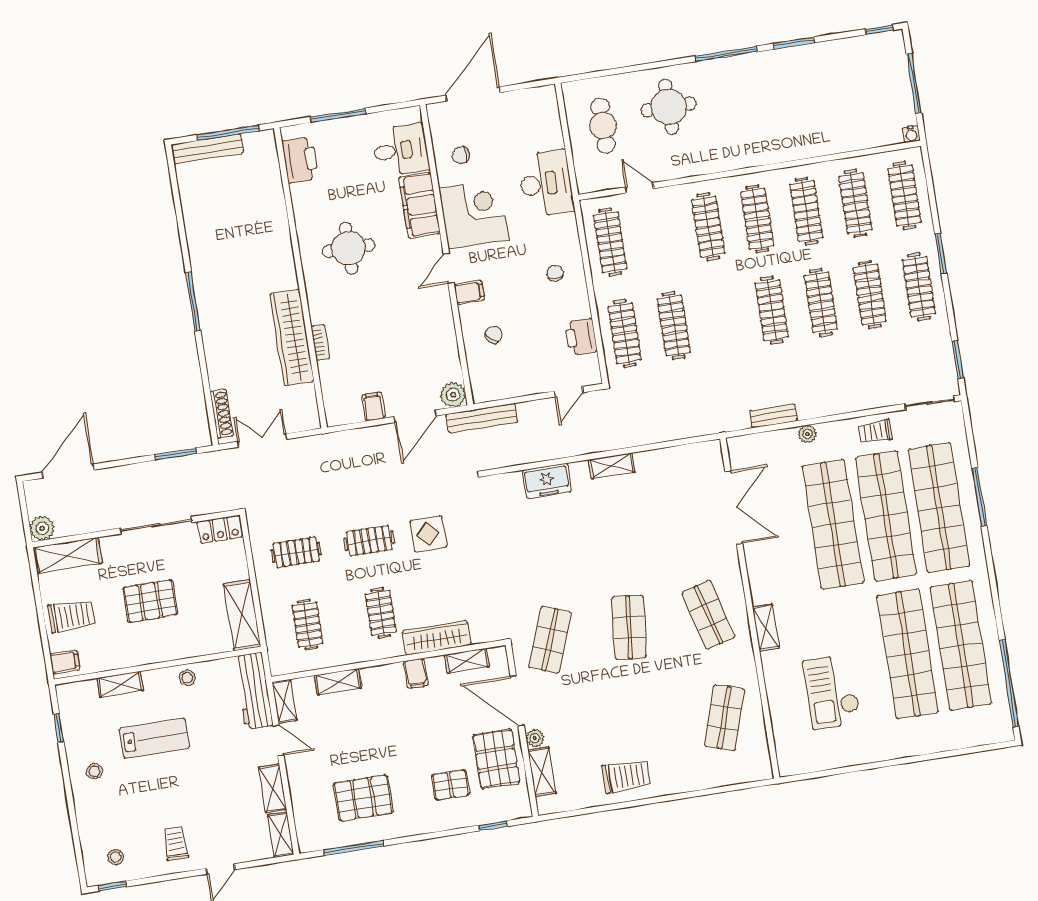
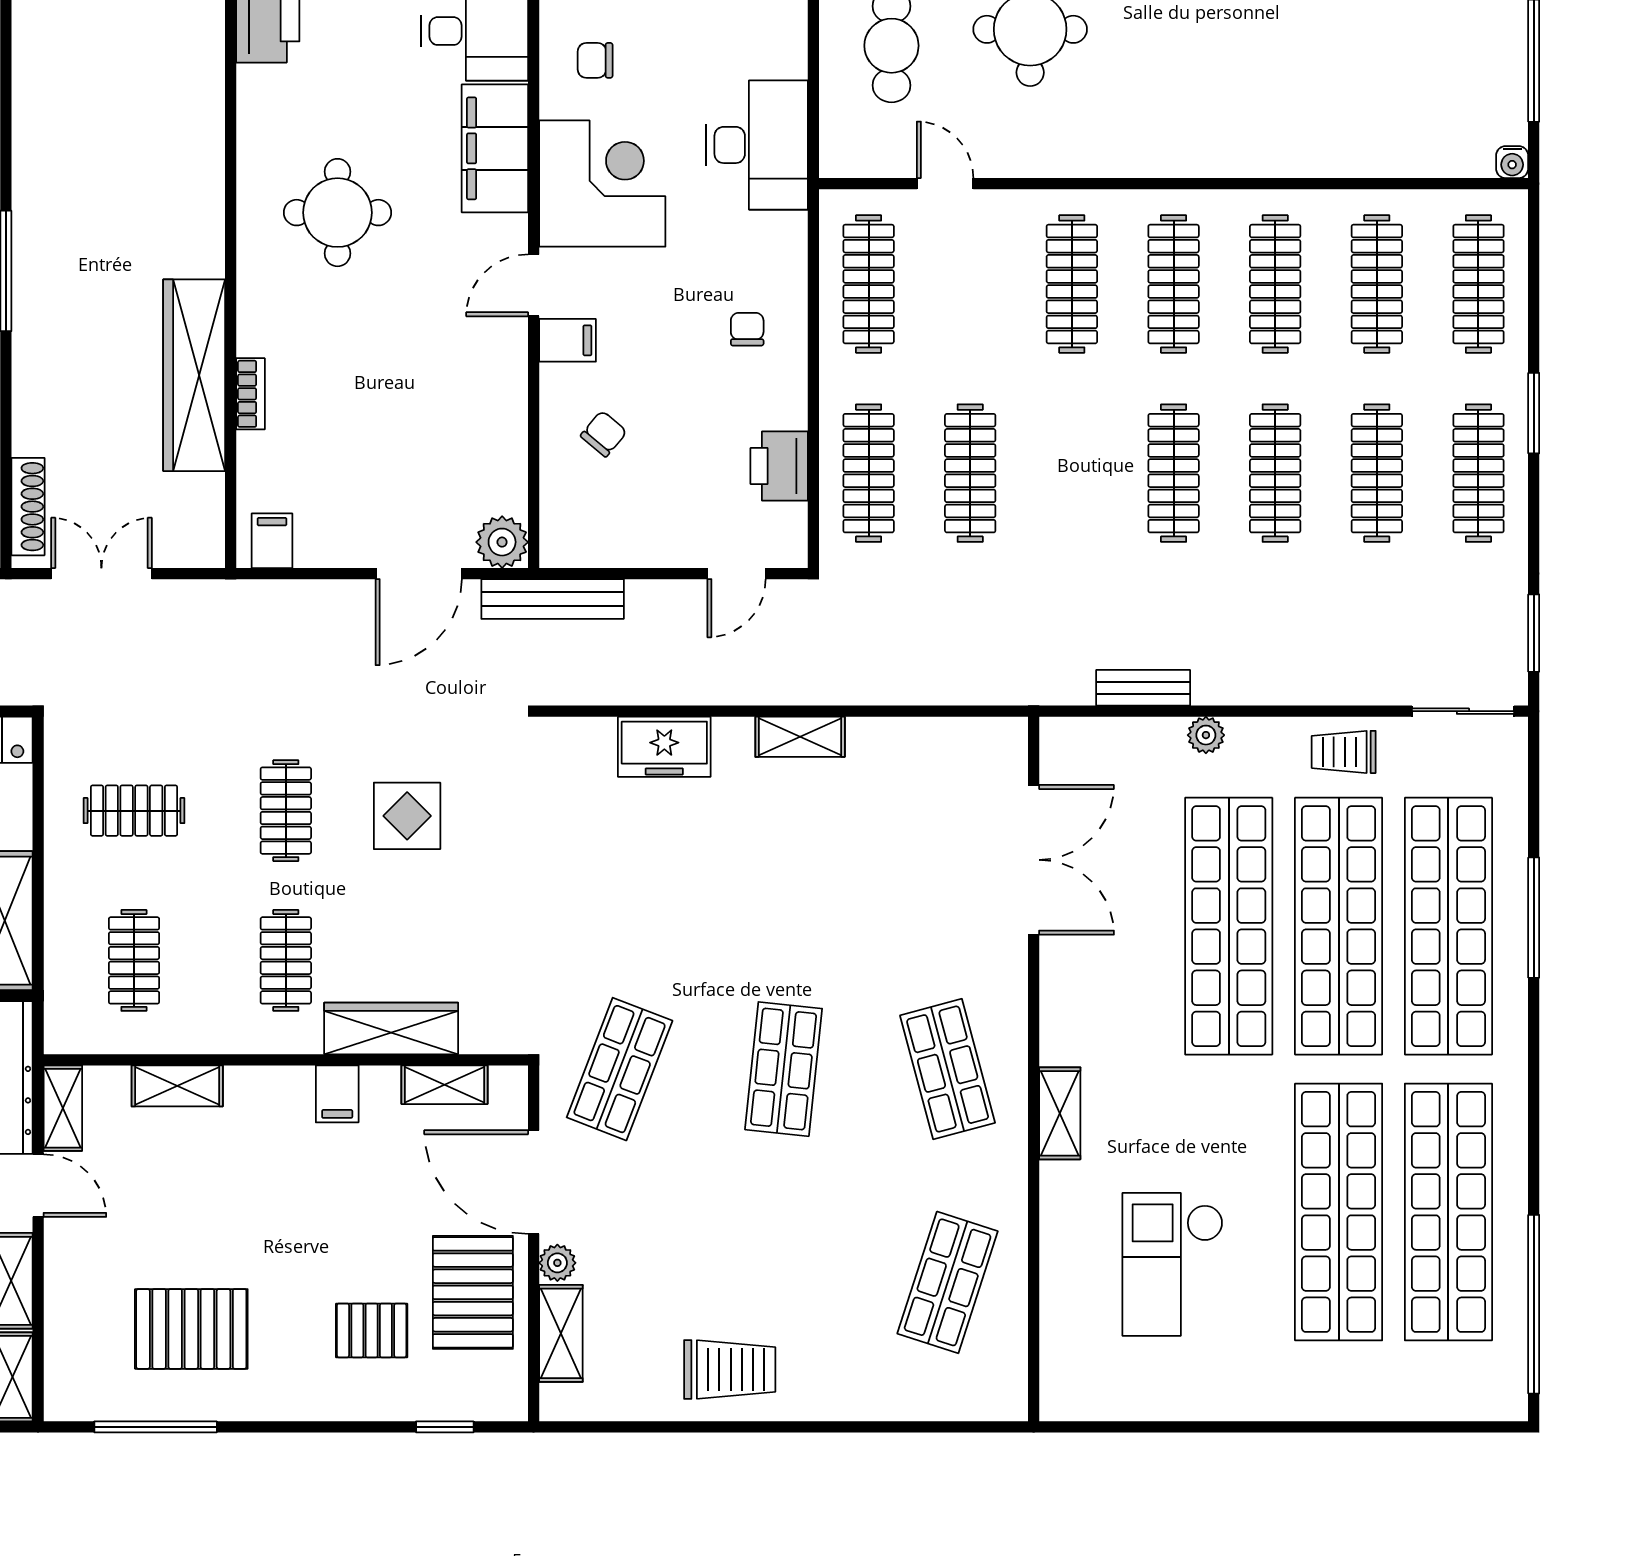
filing cabinet: (373, 407) -> (272, 541), moved
clothes rail: (369, 541) -> (286, 811), turned 90

